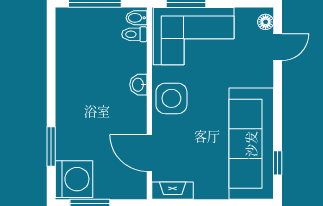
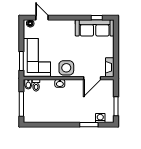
sofa: (251, 144) -> (95, 28), width x0.74, depth x0.79
washing machine: (74, 179) -> (100, 118), width x0.53, depth x0.53

